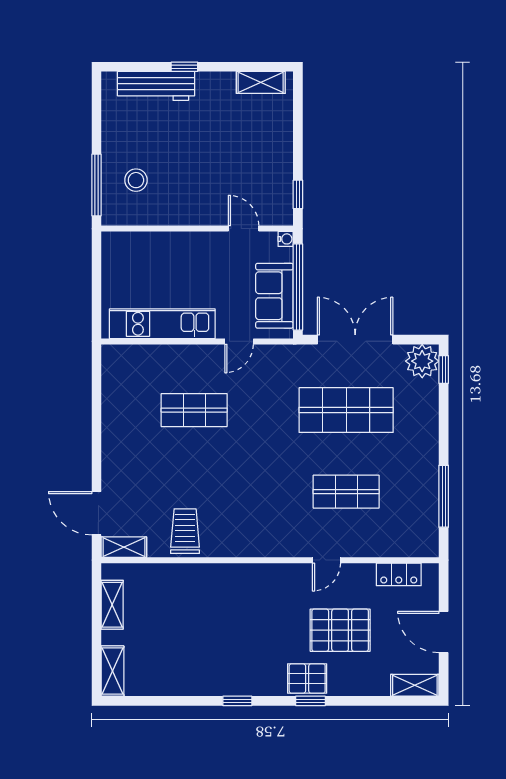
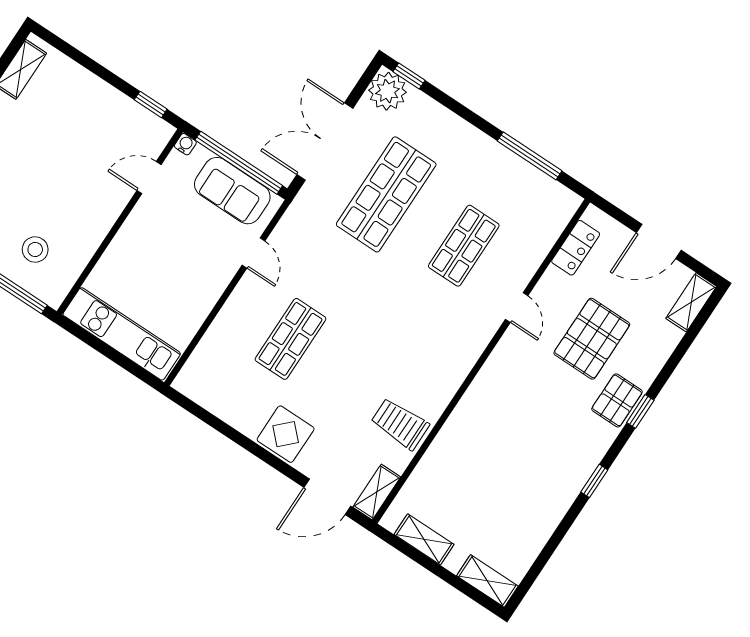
kitchen unit: (162, 324) -> (122, 334), moved, turned 90
display table: (122, 453) -> (286, 434), added

